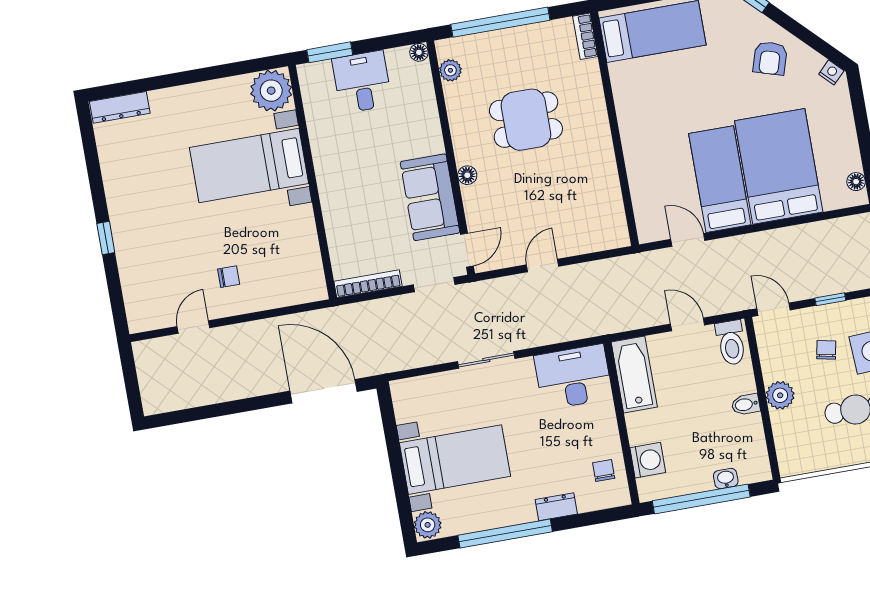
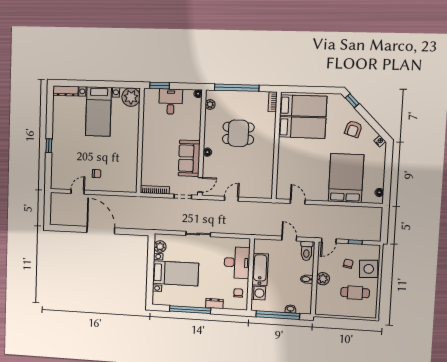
bed with nightstands: (249, 165) -> (98, 111), moved, turned -90
bed: (720, 179) -> (302, 127), moved, turned 90
door: (774, 309) -> (329, 241), swing flipped
bathtub: (634, 374) -> (260, 269), moved
desk: (573, 377) -> (237, 263), moved, turned 90
door: (324, 391) -> (101, 230), moved
plant: (428, 525) -> (160, 247), moved

